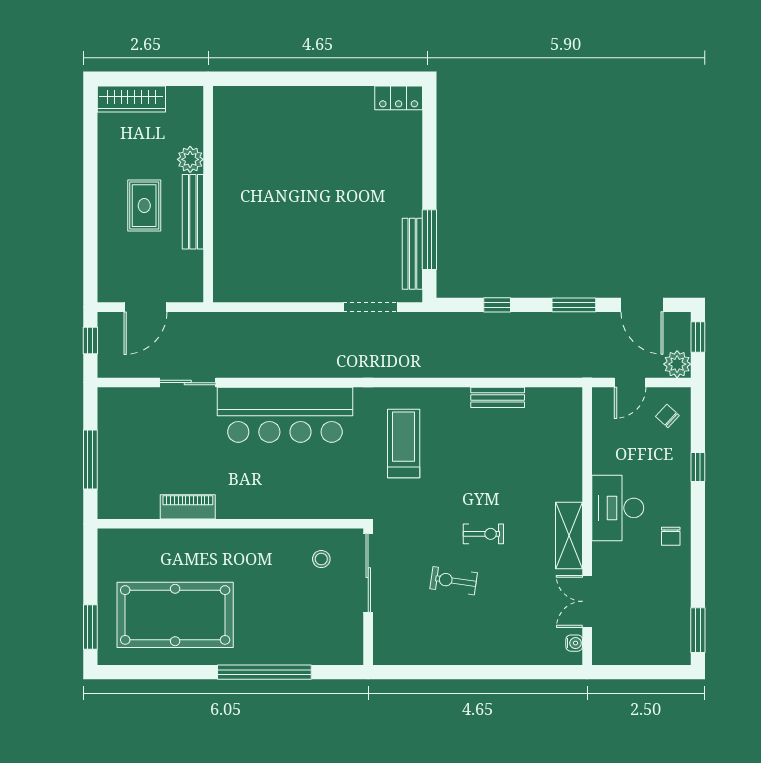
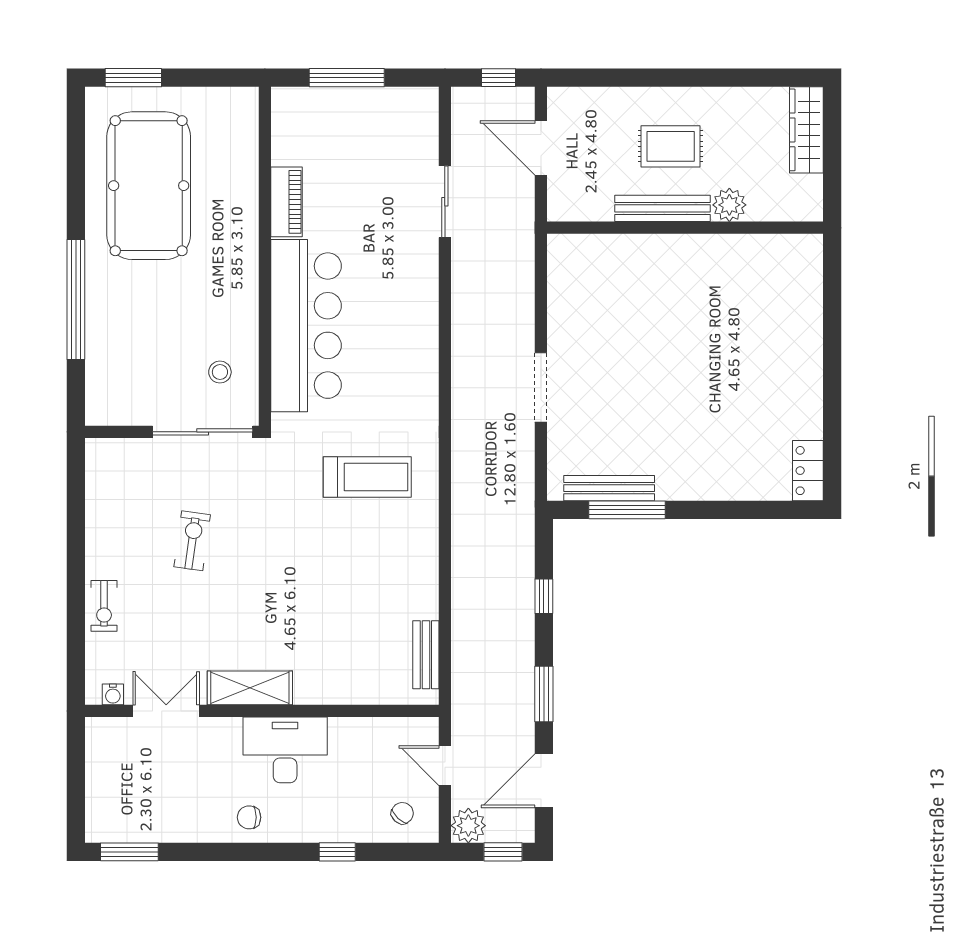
doorway: (370, 307) -> (541, 387), moved
bench: (498, 397) -> (426, 655), moved
bar counter: (285, 415) -> (306, 326), moved, turned 180
exercise bike: (483, 534) -> (104, 606), moved

